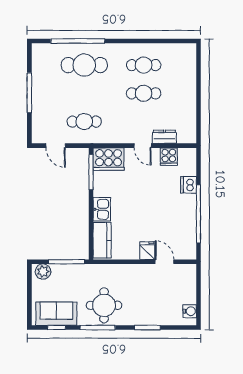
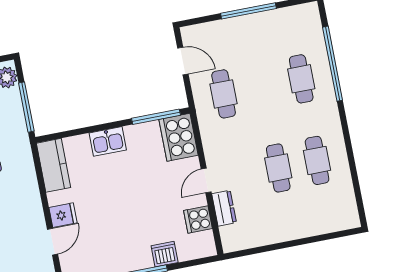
cafe table: (84, 65) -> (301, 79), width x0.73, depth x0.74
door: (56, 146) -> (183, 61), swing flipped
kitchen counter: (102, 240) -> (54, 165), moved, turned -90

